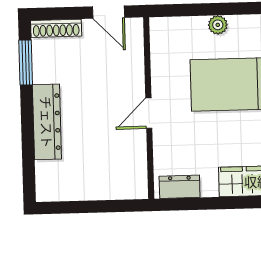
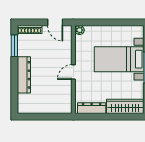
plant: (218, 25) -> (80, 30), moved
dresser: (180, 187) -> (92, 108), width x1.44

